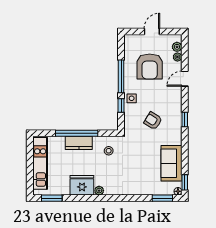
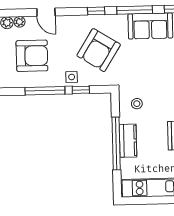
armchair: (153, 121) -> (99, 50), width x1.88, depth x1.88
window: (185, 151) -> (135, 10), added

